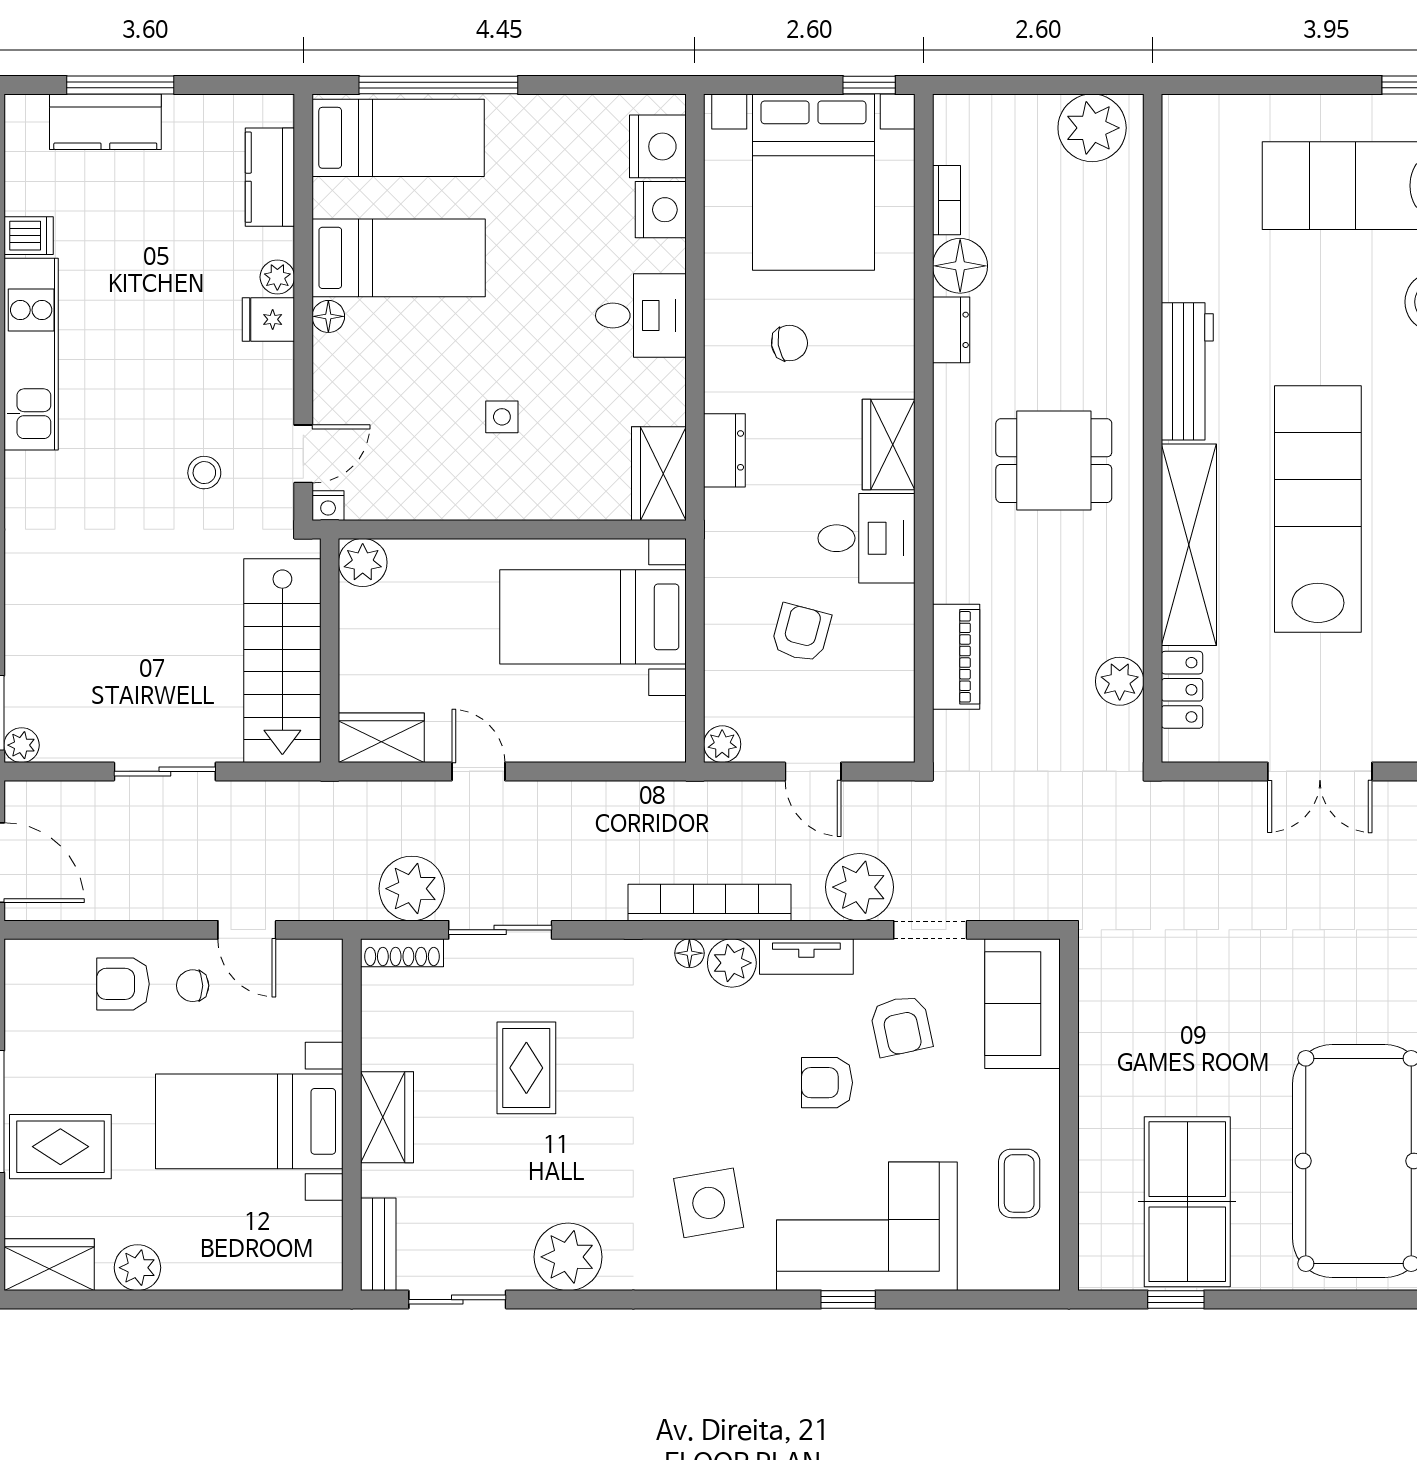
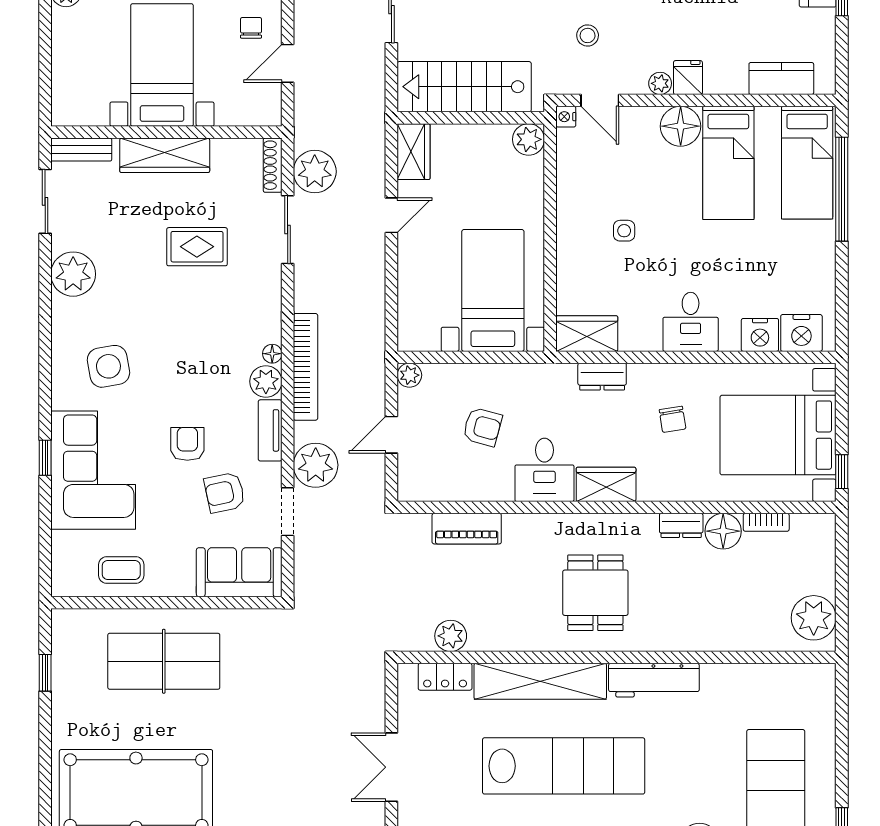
plant: (277, 277) -> (660, 83), moved
floor lamp: (328, 316) -> (681, 126), width x1.89, depth x1.89
wardrobe: (387, 1117) -> (165, 155), width x1.50
table tennis table: (1187, 1202) -> (164, 661), moved

